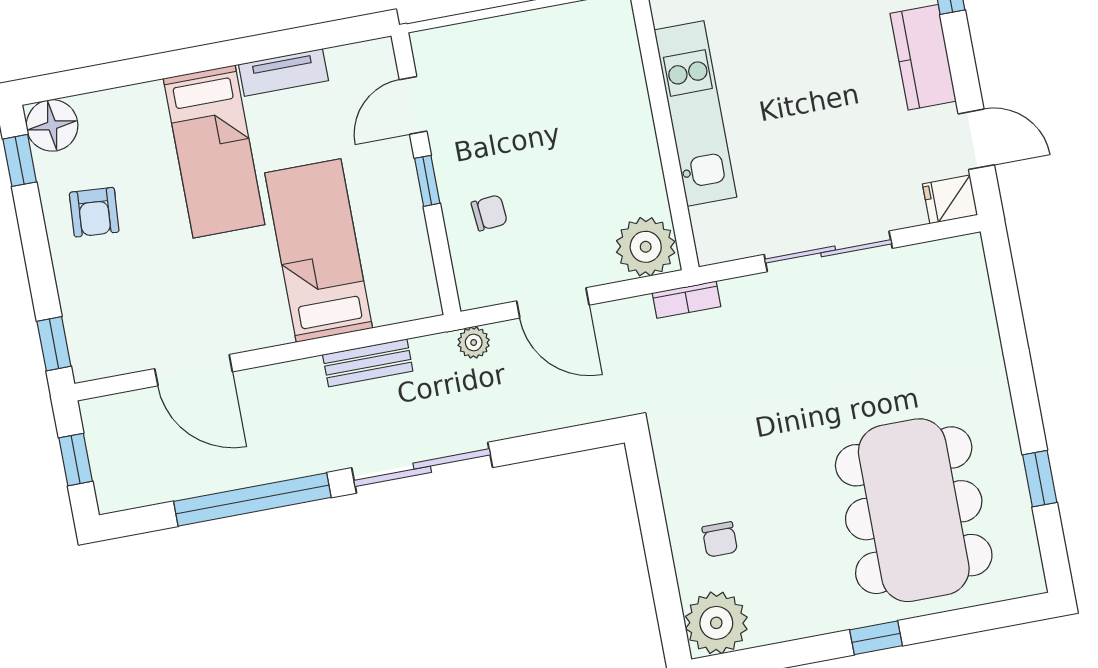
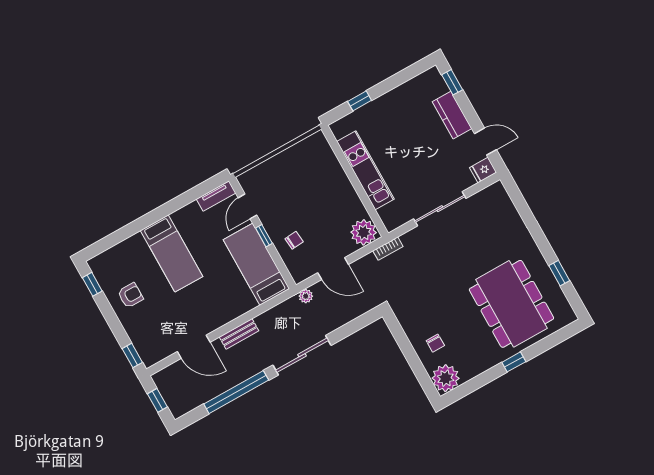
tv unit: (283, 72) -> (216, 196), moved
floor lamp: (52, 125) -> (101, 265), removed
armchair: (94, 212) -> (130, 295), turned -94
bed: (319, 251) -> (256, 264), moved
bench: (368, 363) -> (239, 334), moved

